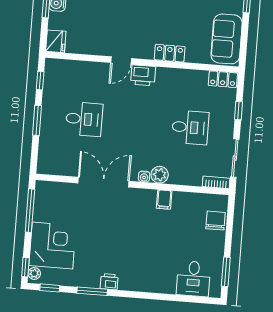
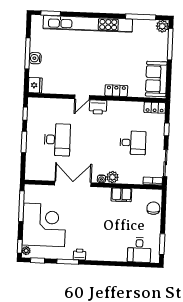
desk: (84, 119) -> (57, 140), width x1.37
filing cabinet: (164, 200) -> (121, 195), width x2.00
corner desk: (52, 246) -> (44, 225), width x1.36, depth x1.36

